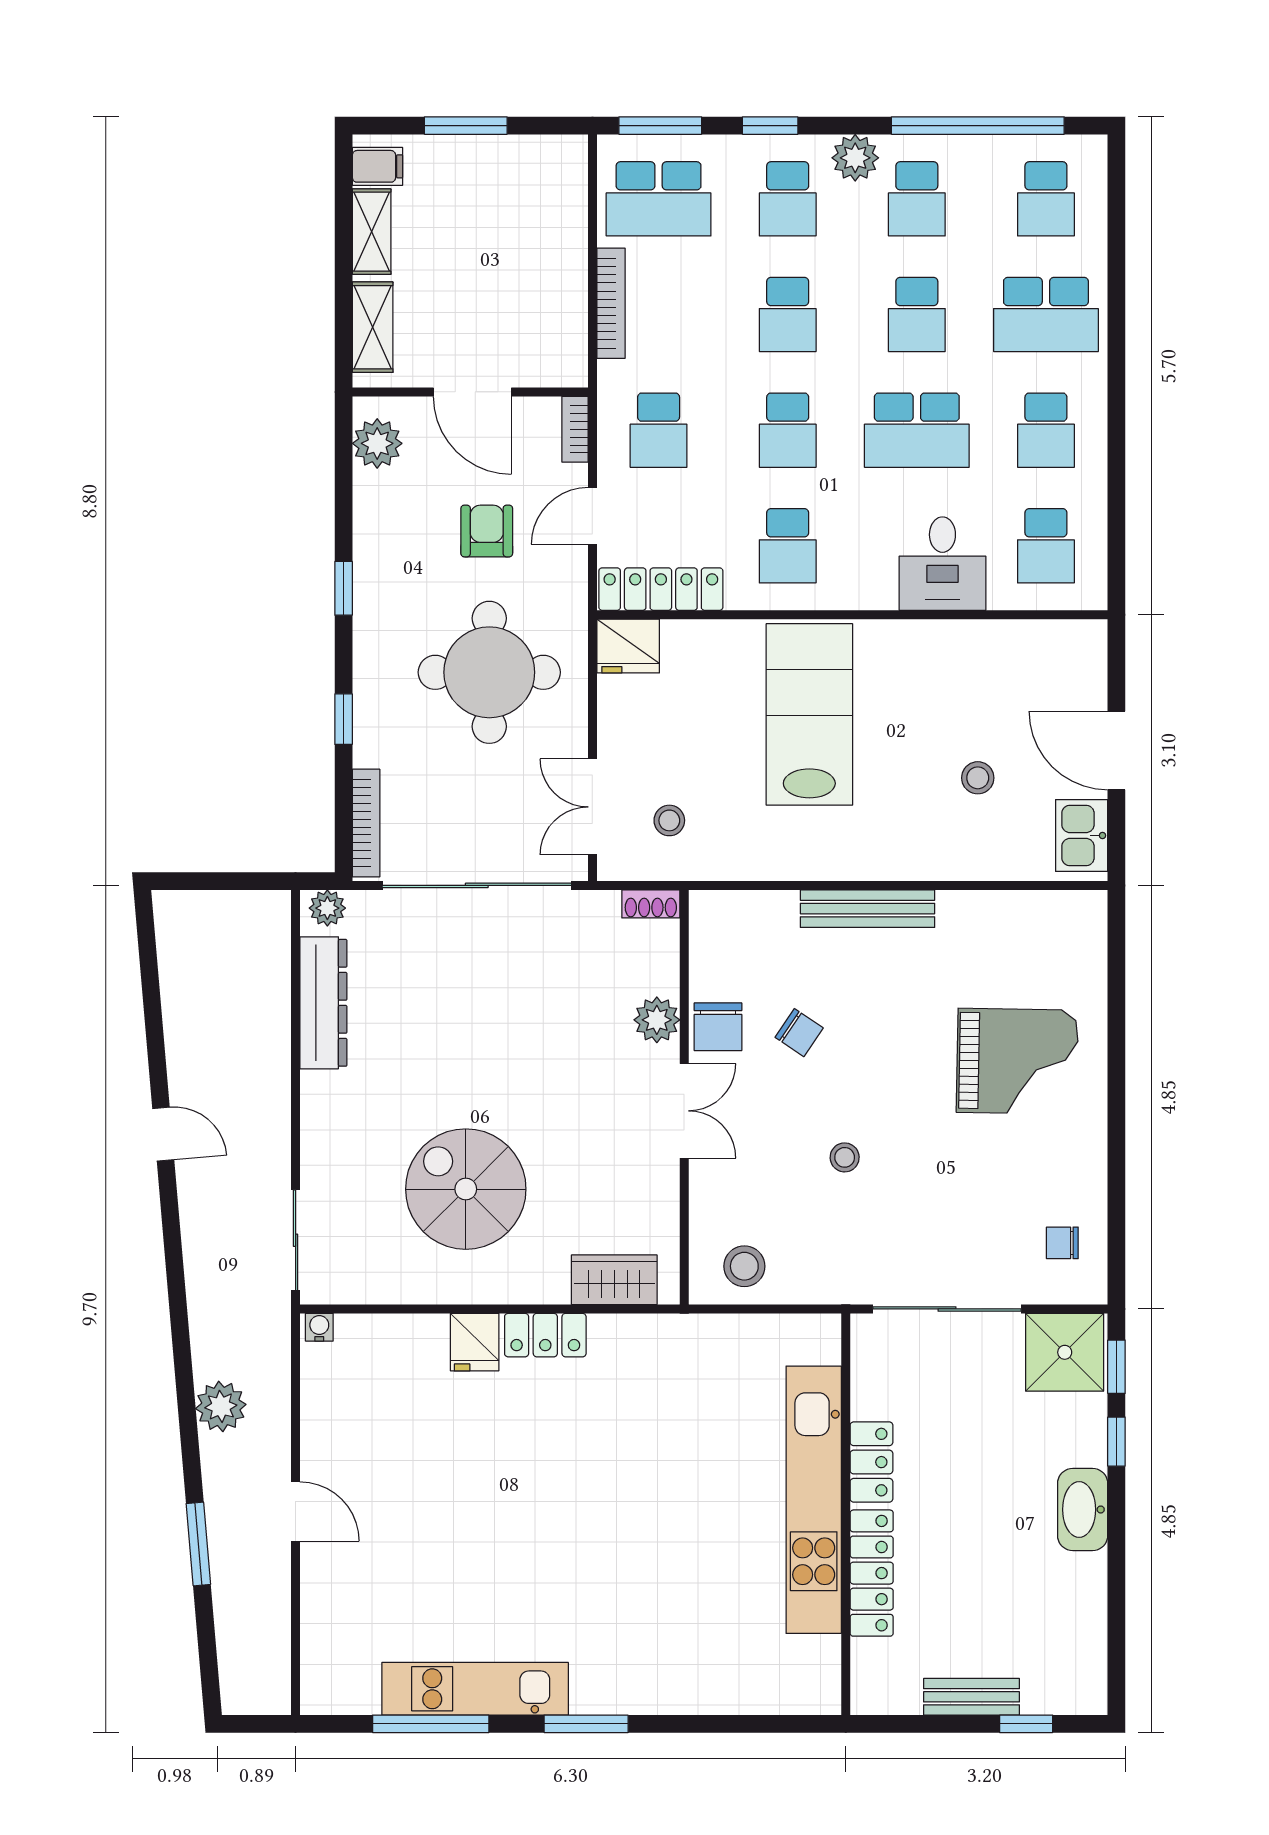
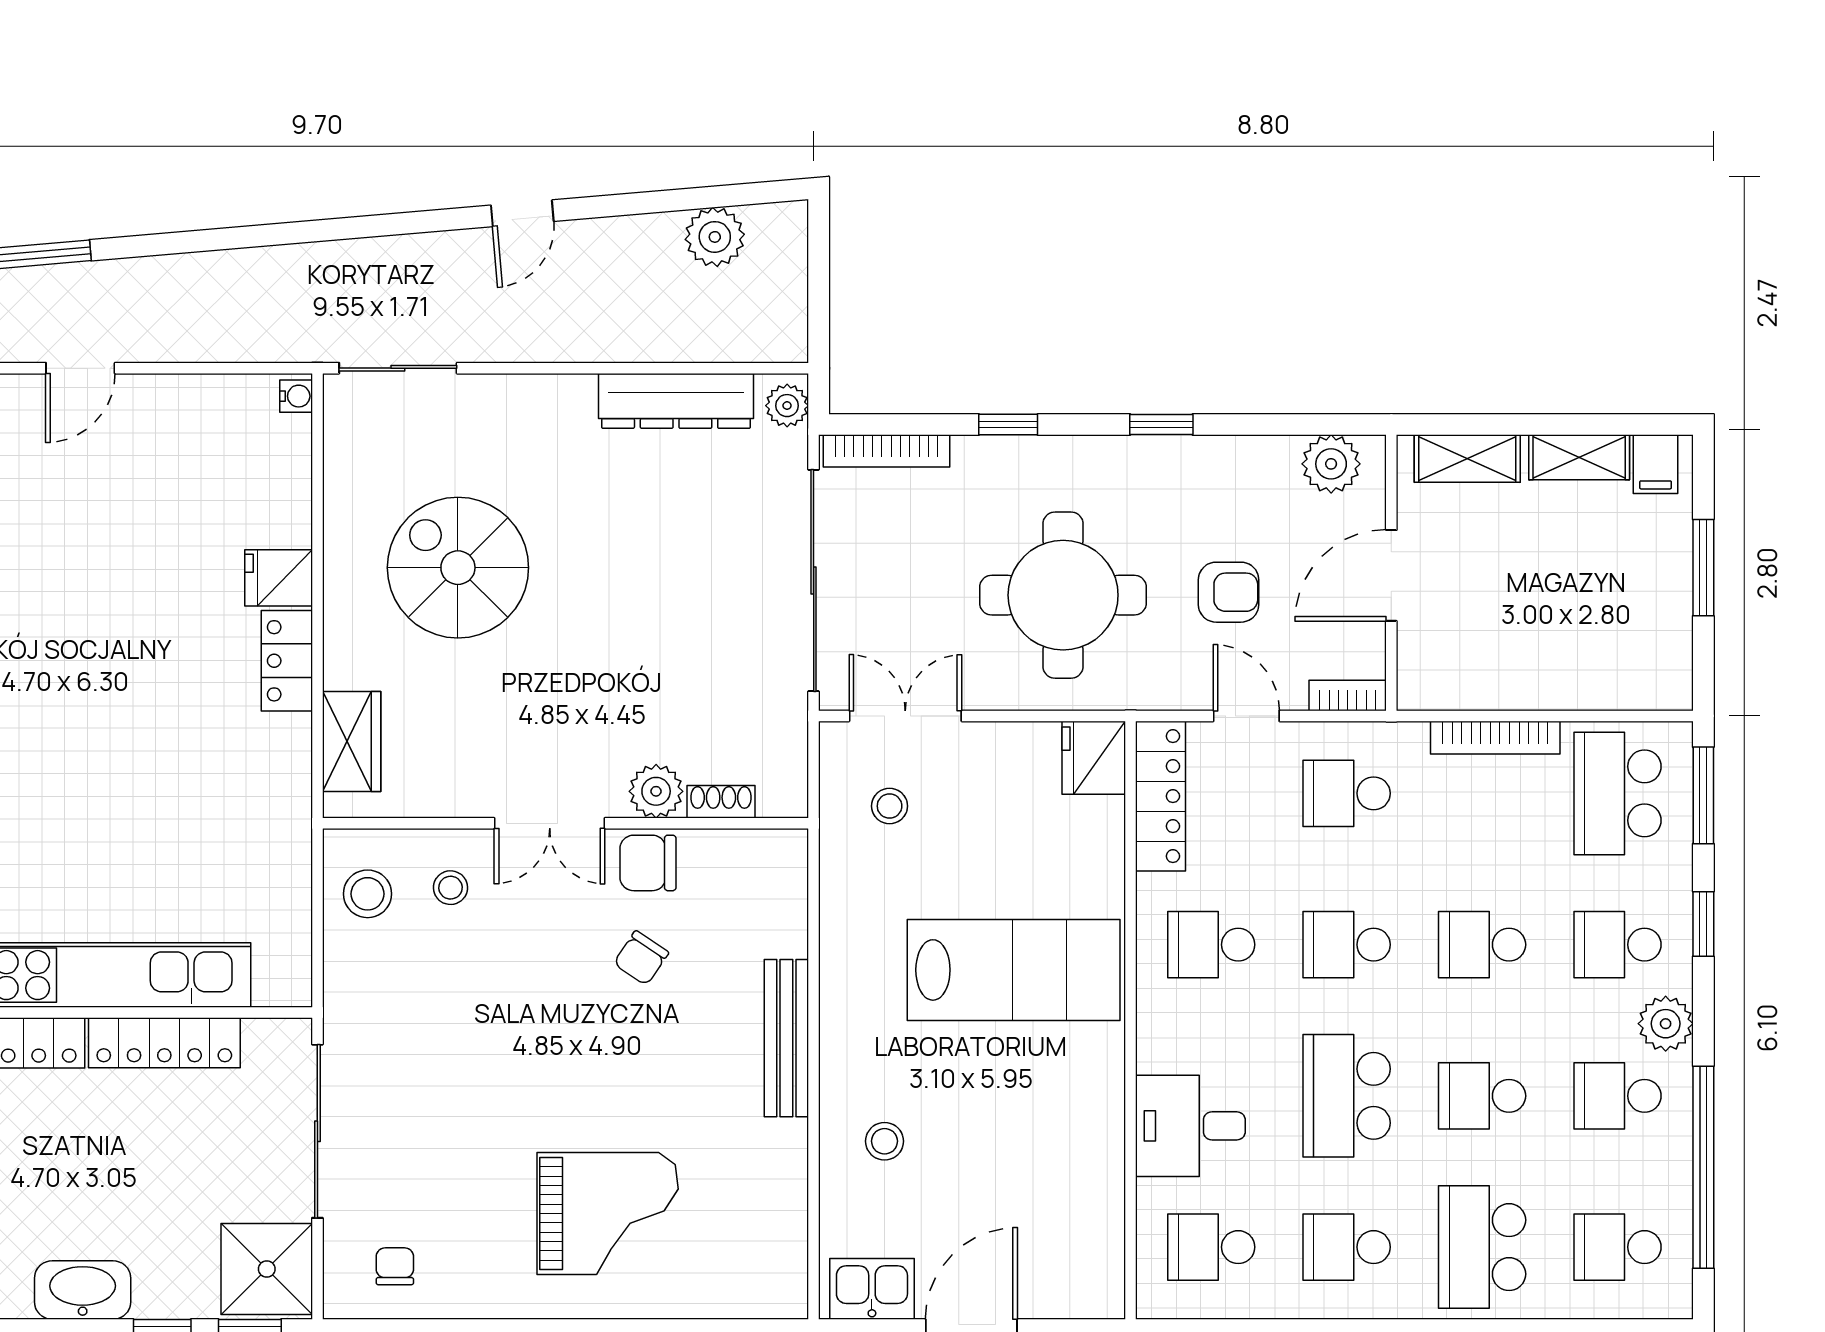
stool: (978, 778) -> (885, 1141), moved
shoe rack: (651, 904) -> (721, 802), moved, turned 90
grand piano: (1017, 1061) -> (608, 1214), turned -91
stool: (845, 1157) -> (450, 888), moved
spiral stairs: (466, 1189) -> (458, 568), turned -90
plant: (221, 1406) -> (715, 237), moved
locker: (871, 1462) -> (164, 1043), width x1.53

